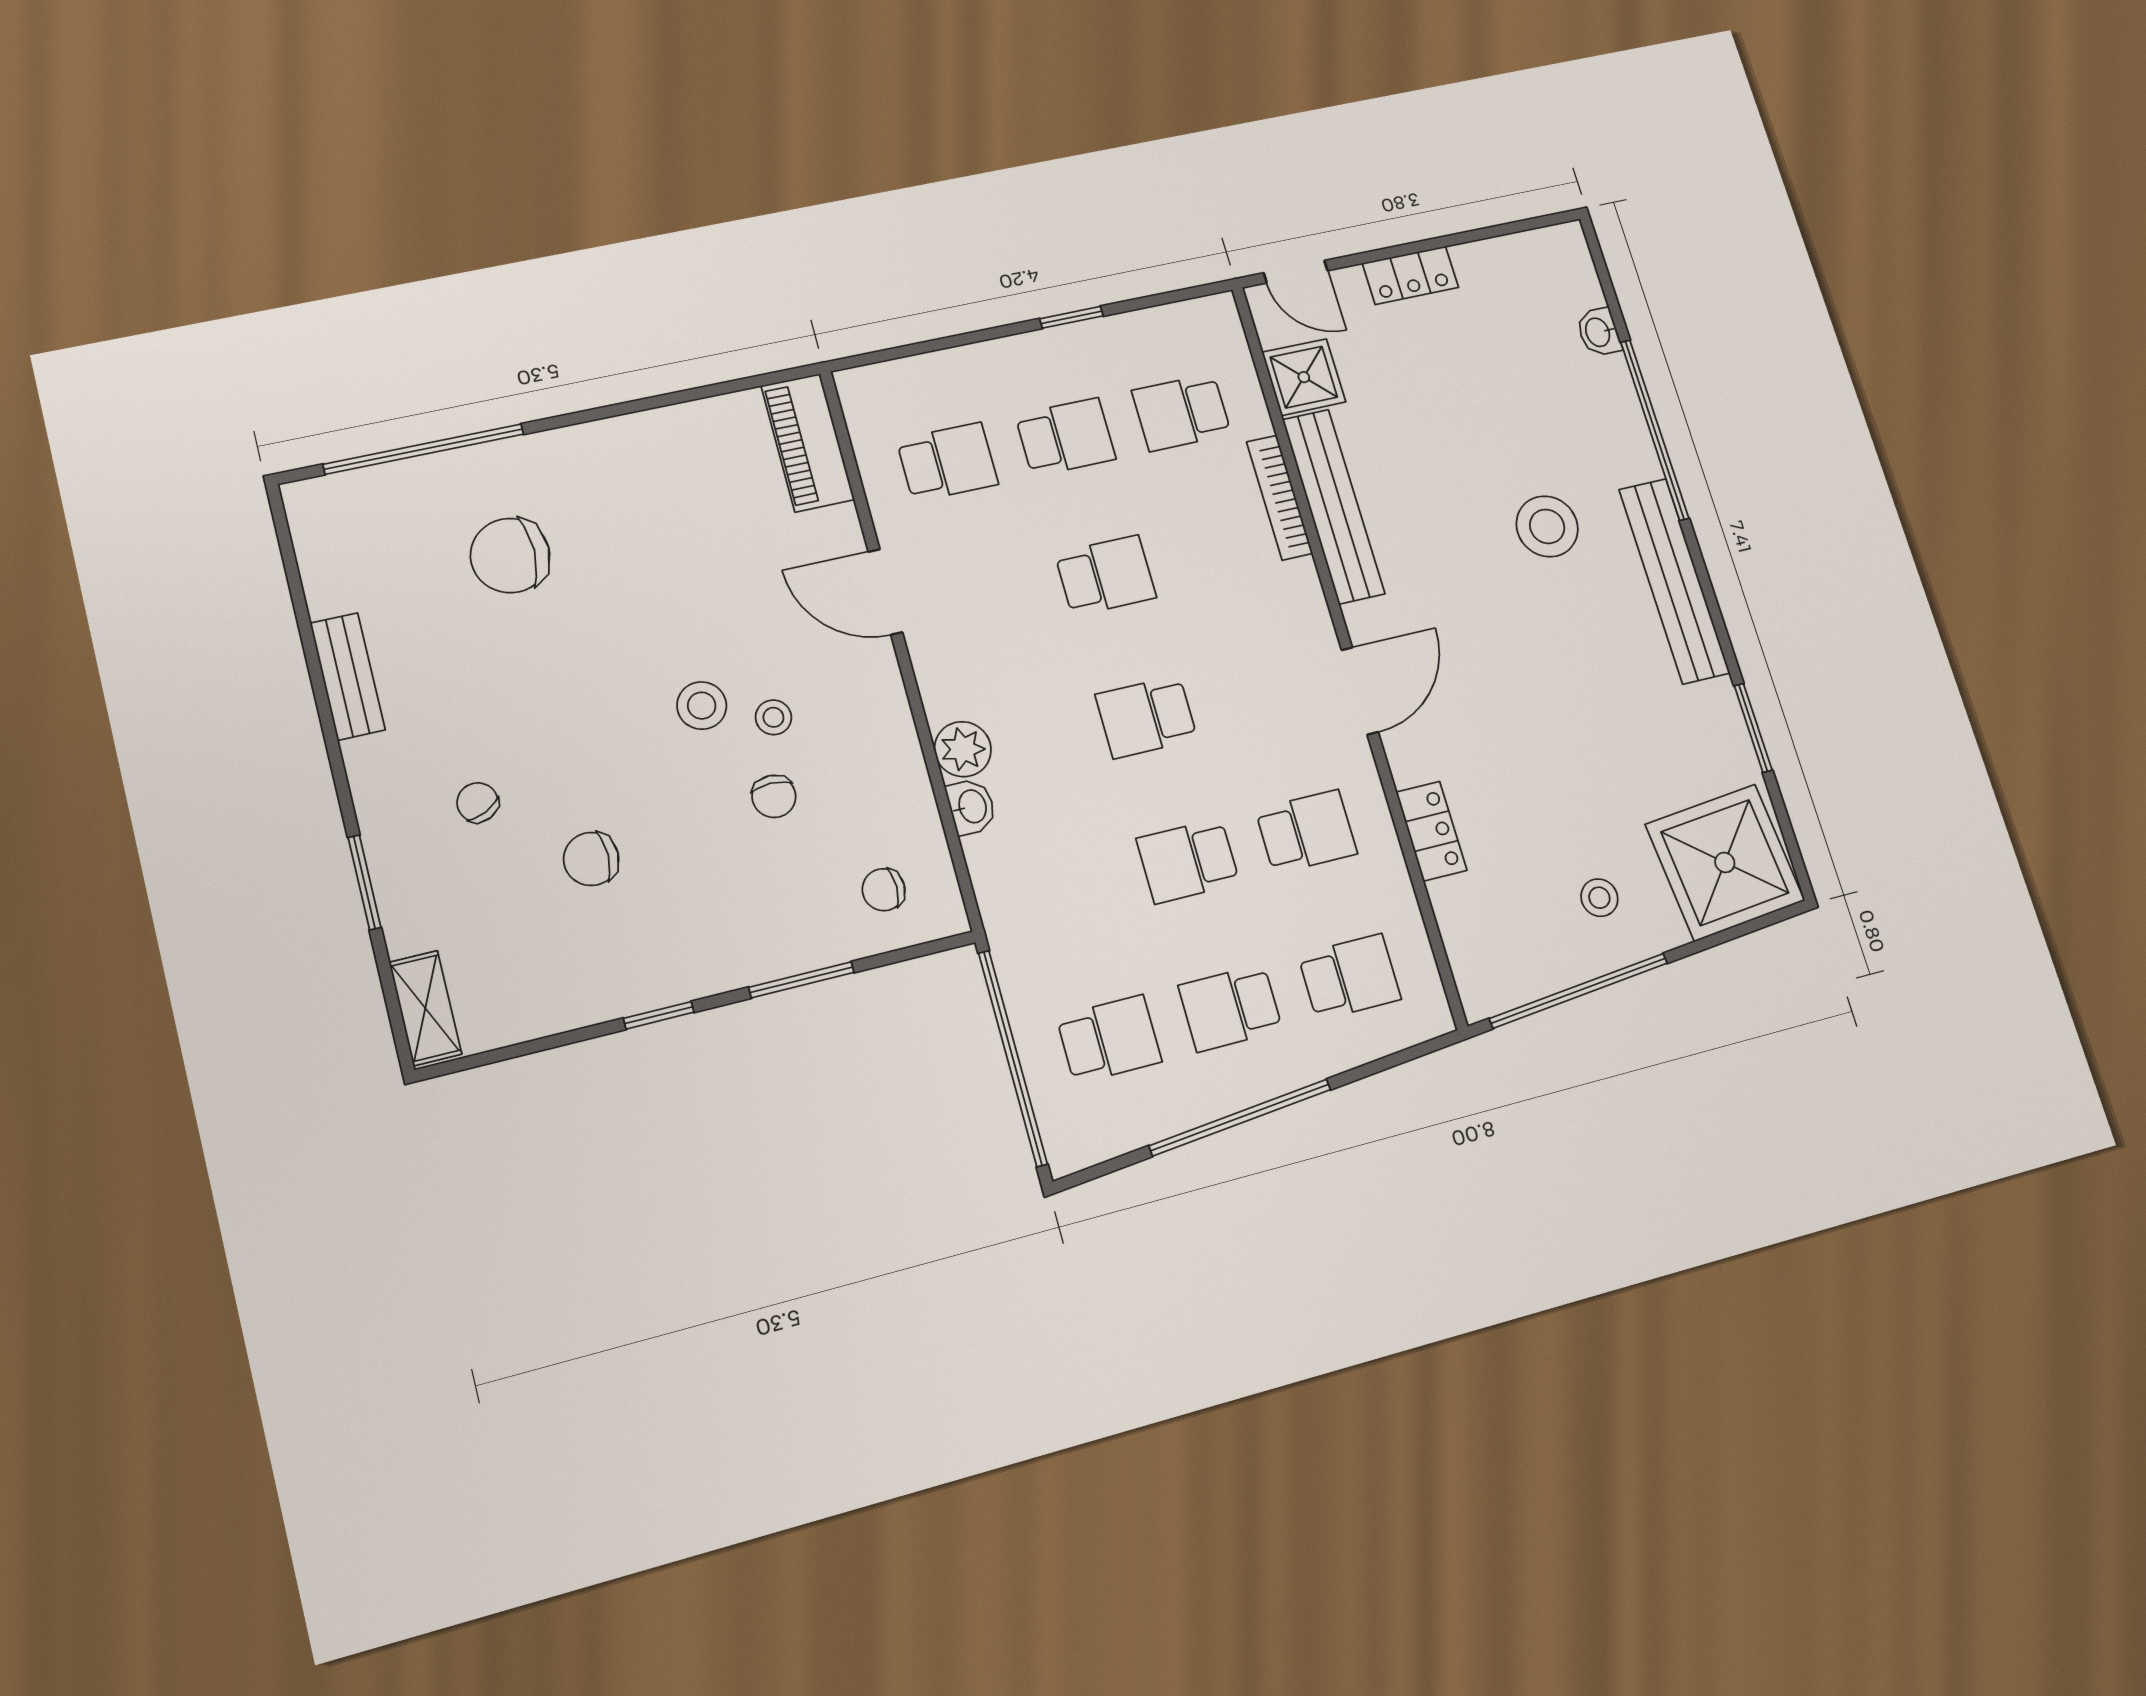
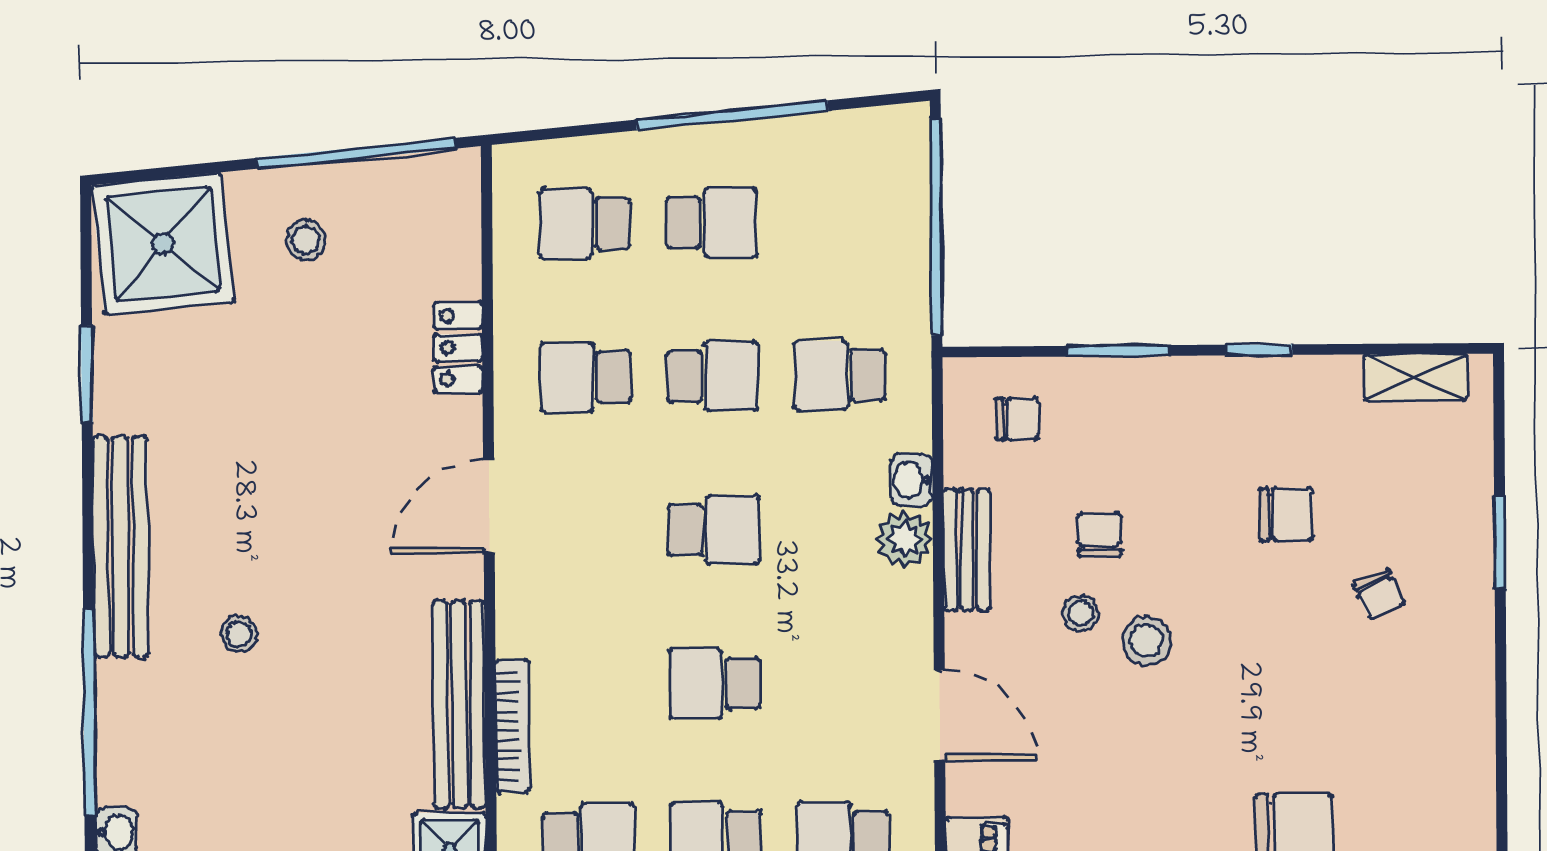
stool: (1547, 526) -> (239, 634), width x0.53, depth x0.53
bench: (348, 676) -> (967, 550), moved
shelving: (425, 1008) -> (1416, 377), moved, turned 90
school desk: (1109, 1039) -> (840, 375), moved

